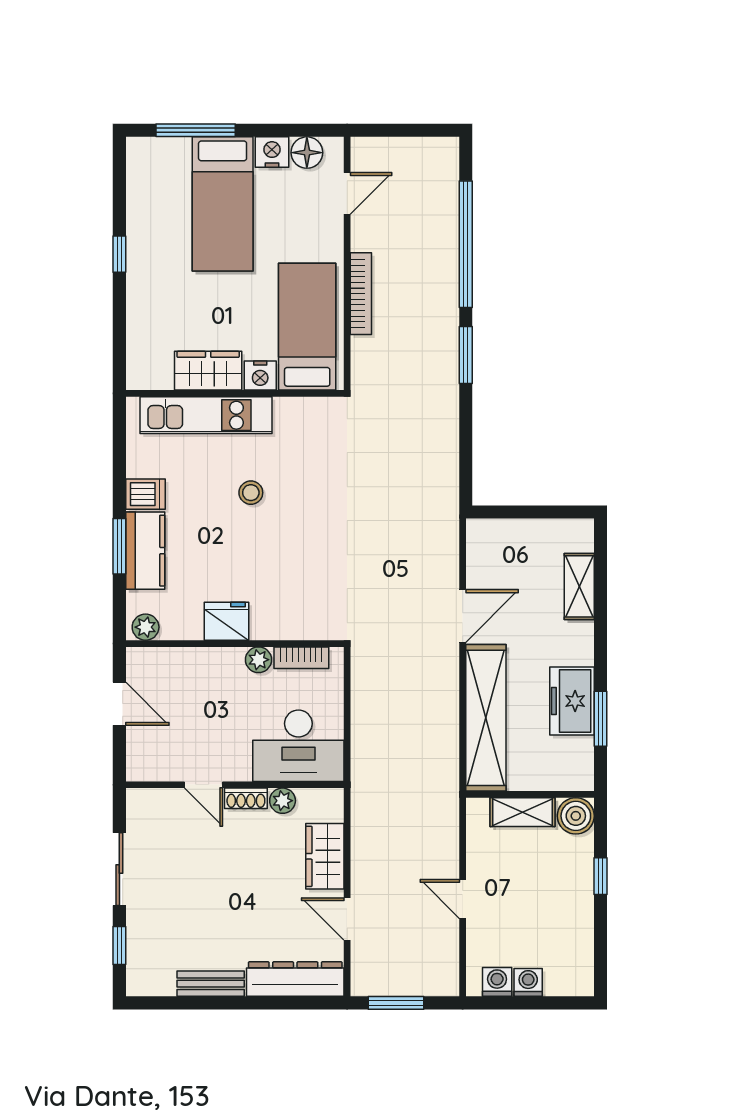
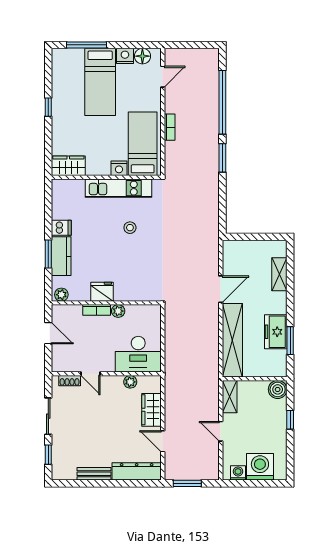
bookcase: (361, 294) -> (170, 127), width x0.64
wardrobe: (208, 371) -> (68, 166), moved
kitchen unit: (206, 415) -> (119, 188), moved
stool: (251, 493) -> (130, 228), moved
bookcase: (301, 658) -> (97, 310), moved
shoe rack: (246, 798) -> (70, 381), moved
shelving: (523, 812) -> (230, 397), moved, turned 90
washing machine: (528, 982) -> (260, 467), width x1.89, depth x1.89

